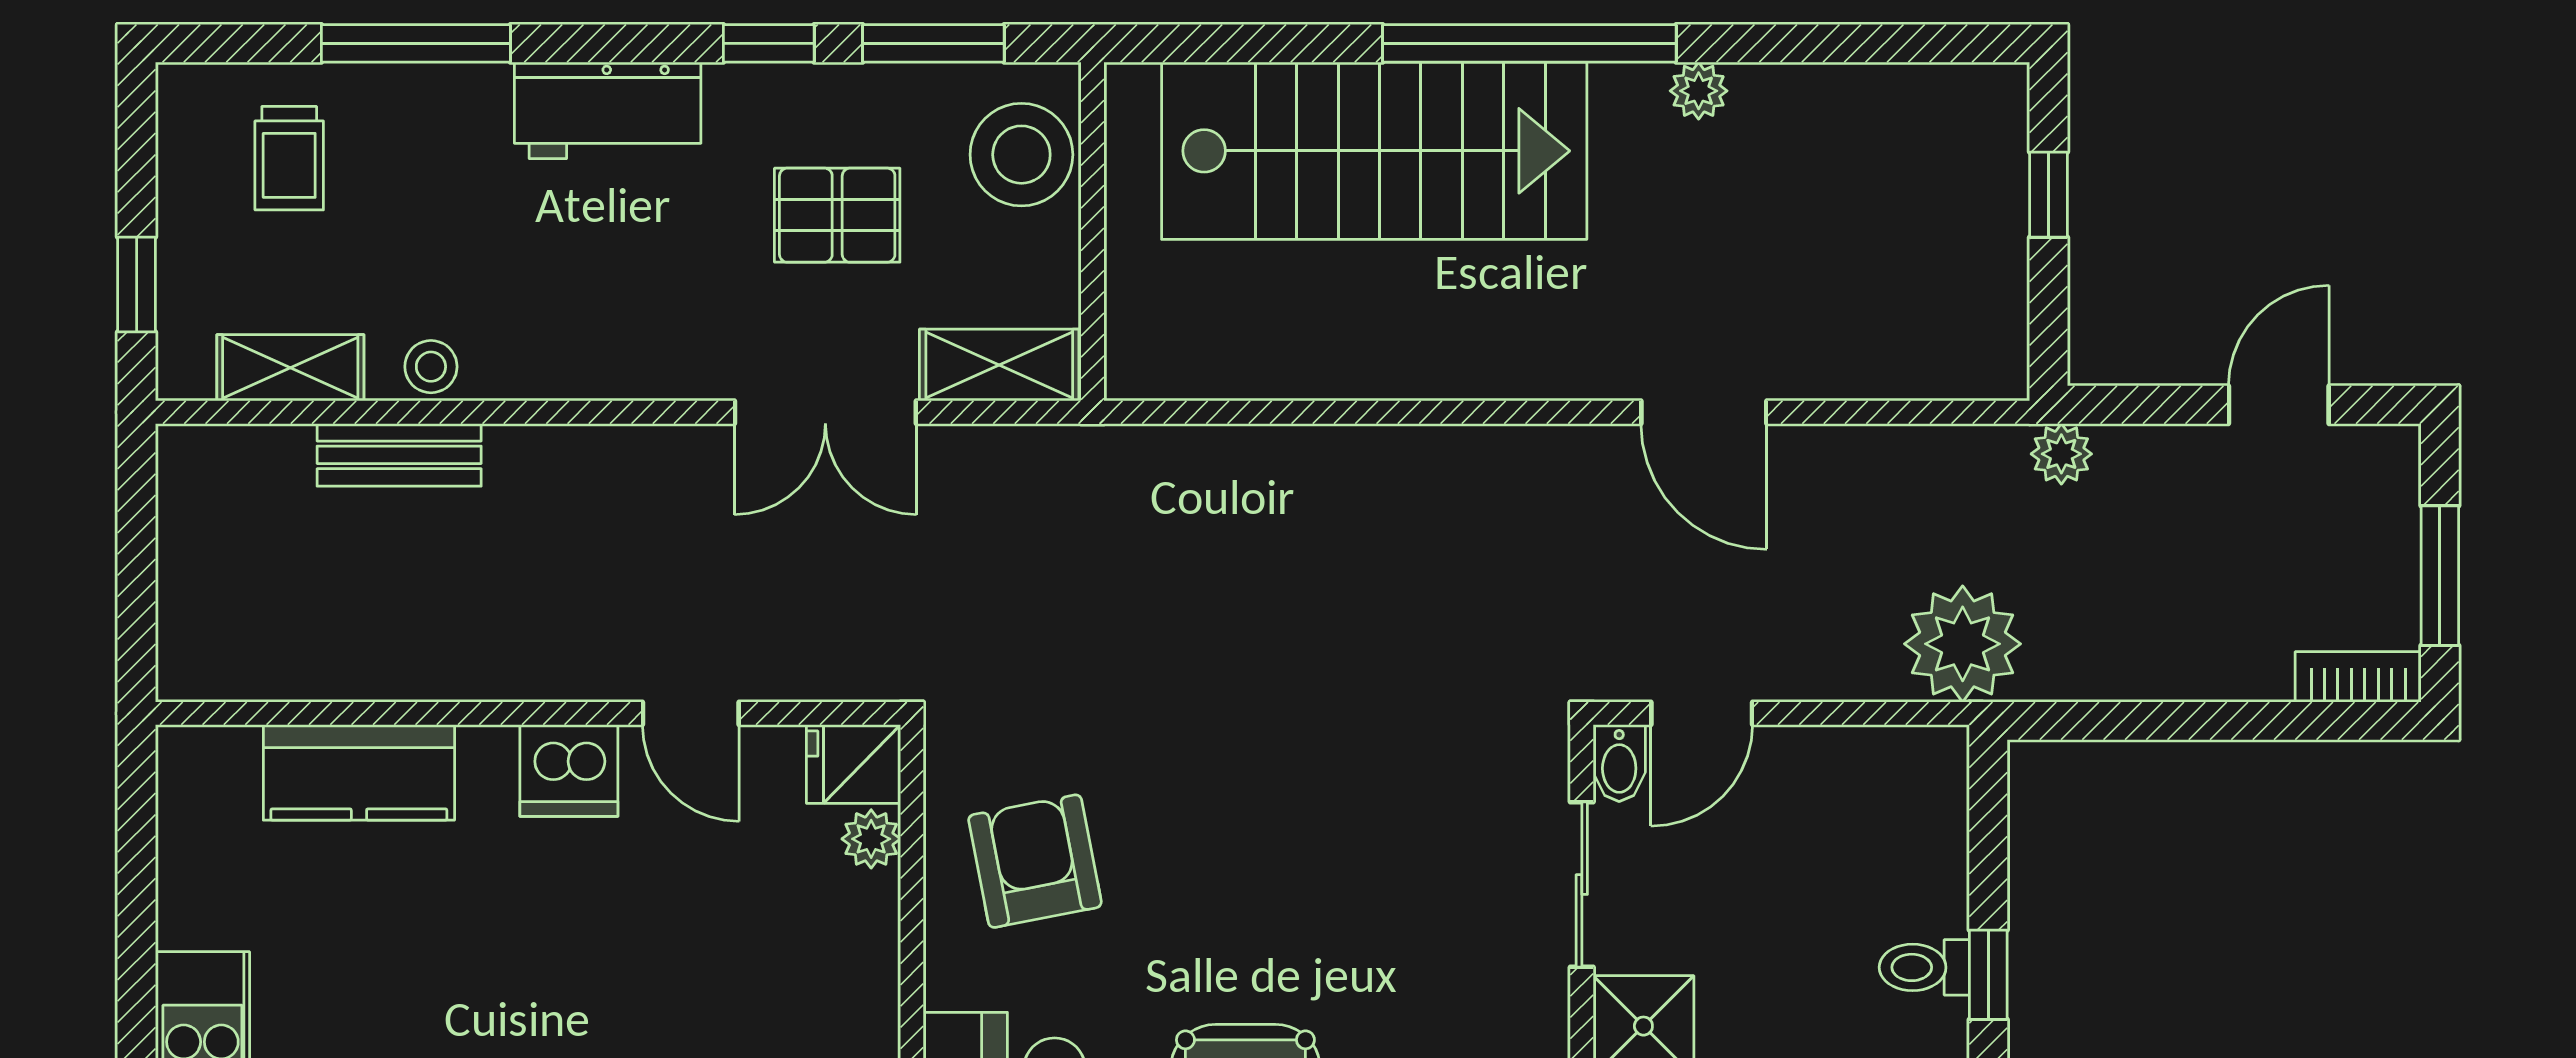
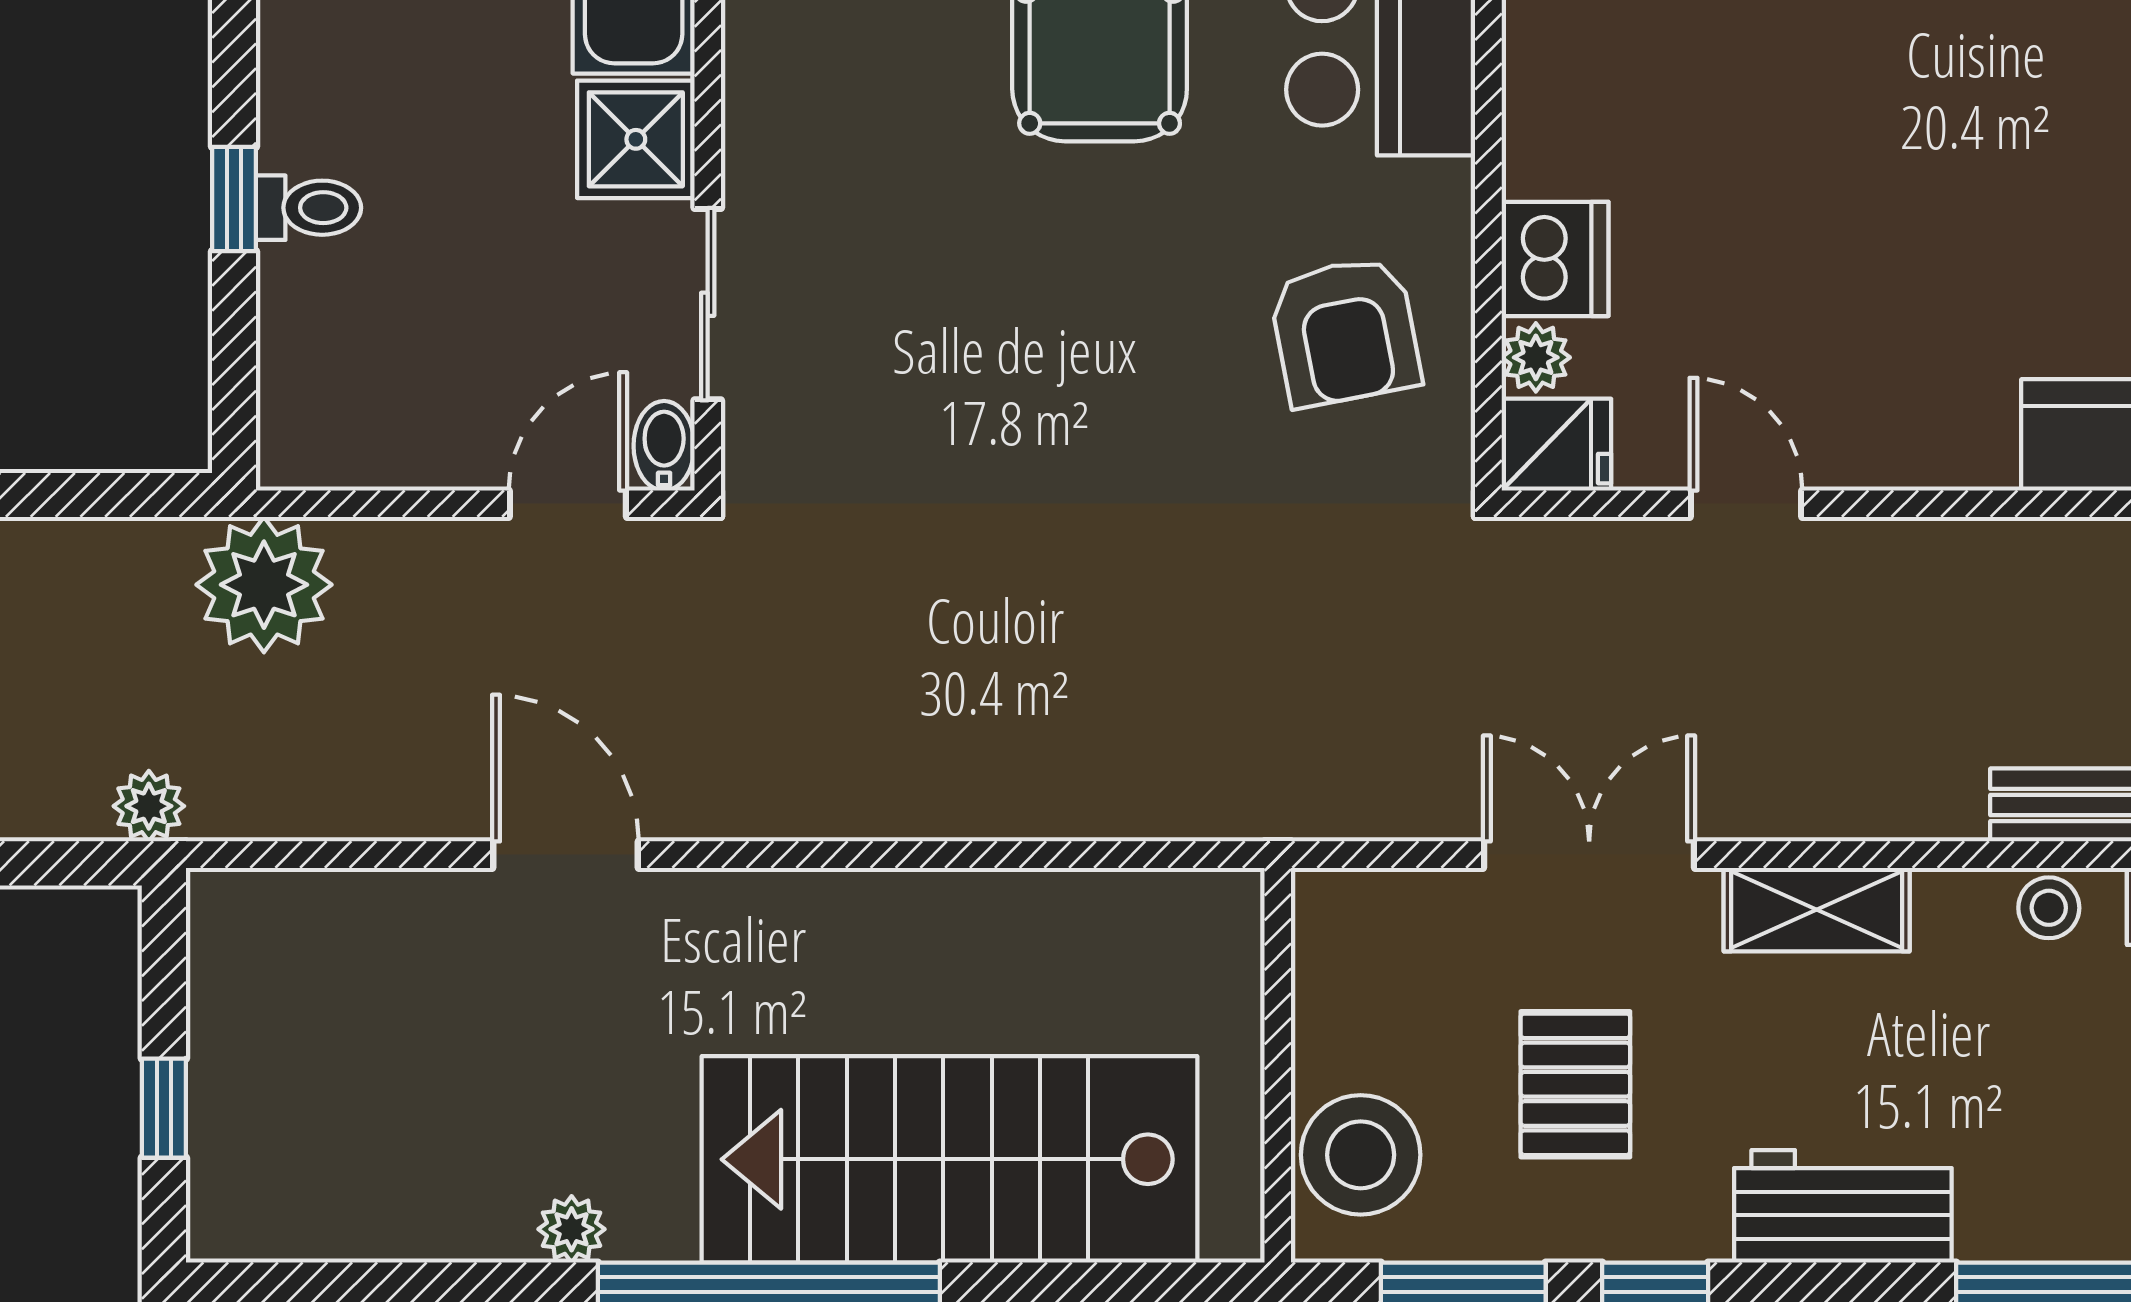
pallet: (837, 215) -> (1575, 1084), turned 90
shelving: (999, 365) -> (1817, 910), moved
dishwasher: (569, 770) -> (1555, 259), moved, turned 90

